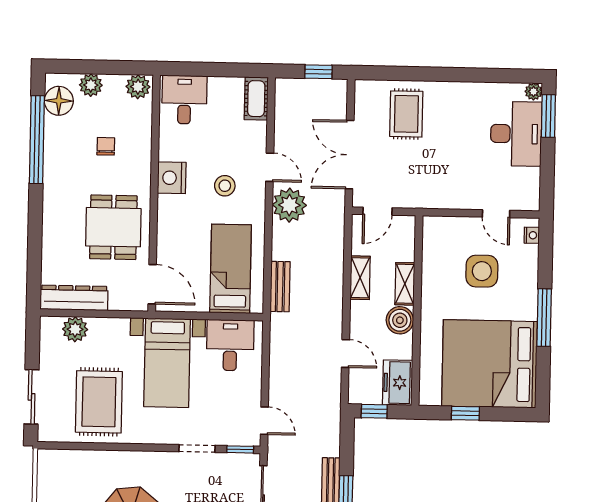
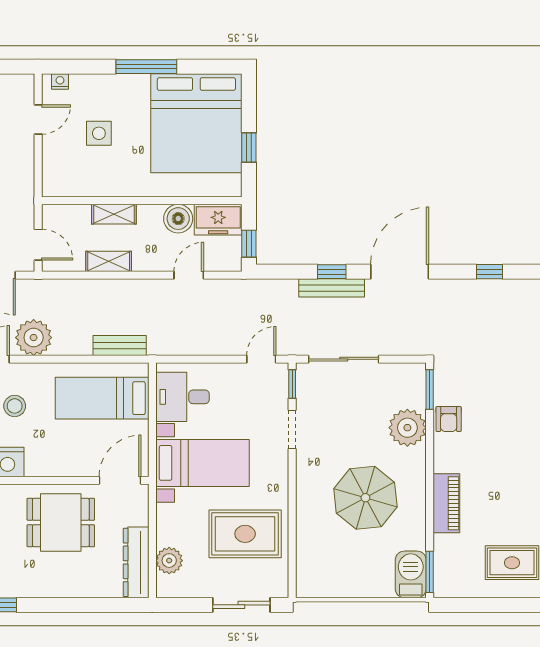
side table: (482, 271) -> (99, 133), width x0.73, depth x0.73
boiler: (400, 320) -> (178, 219), moved

